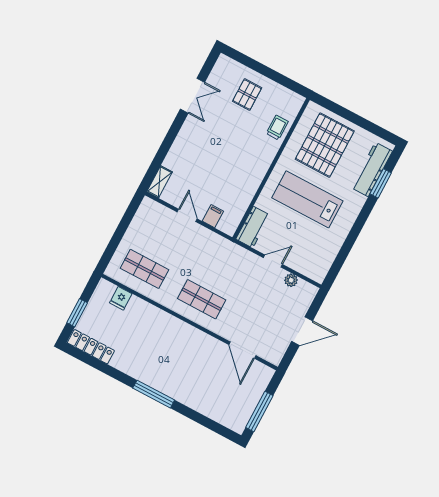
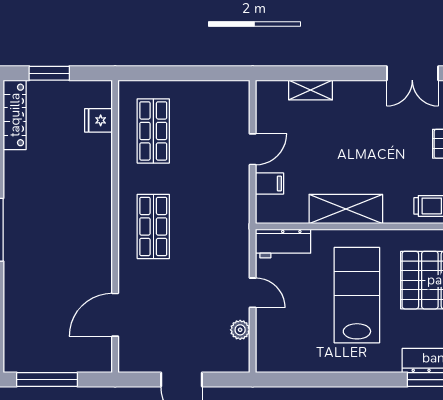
shelving: (252, 179) -> (346, 209), added
shelving: (159, 182) -> (311, 90), moved

